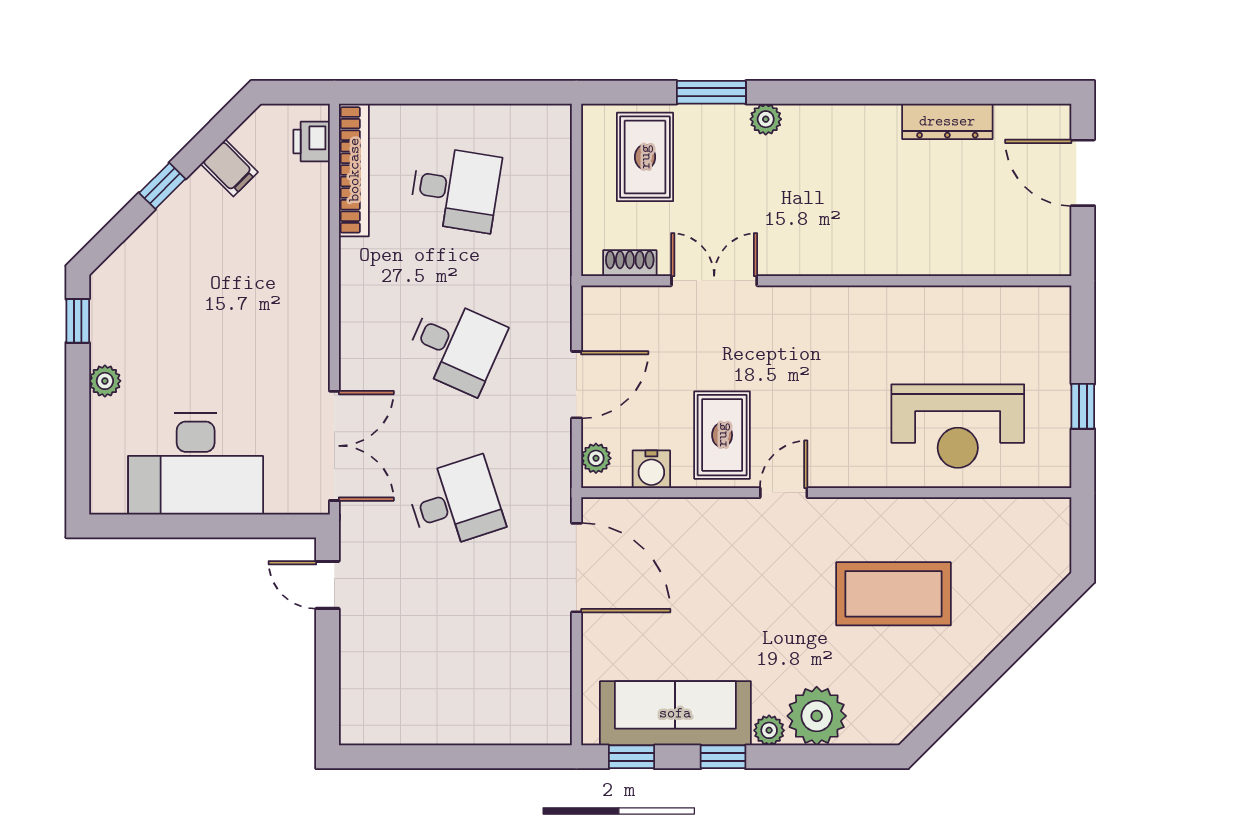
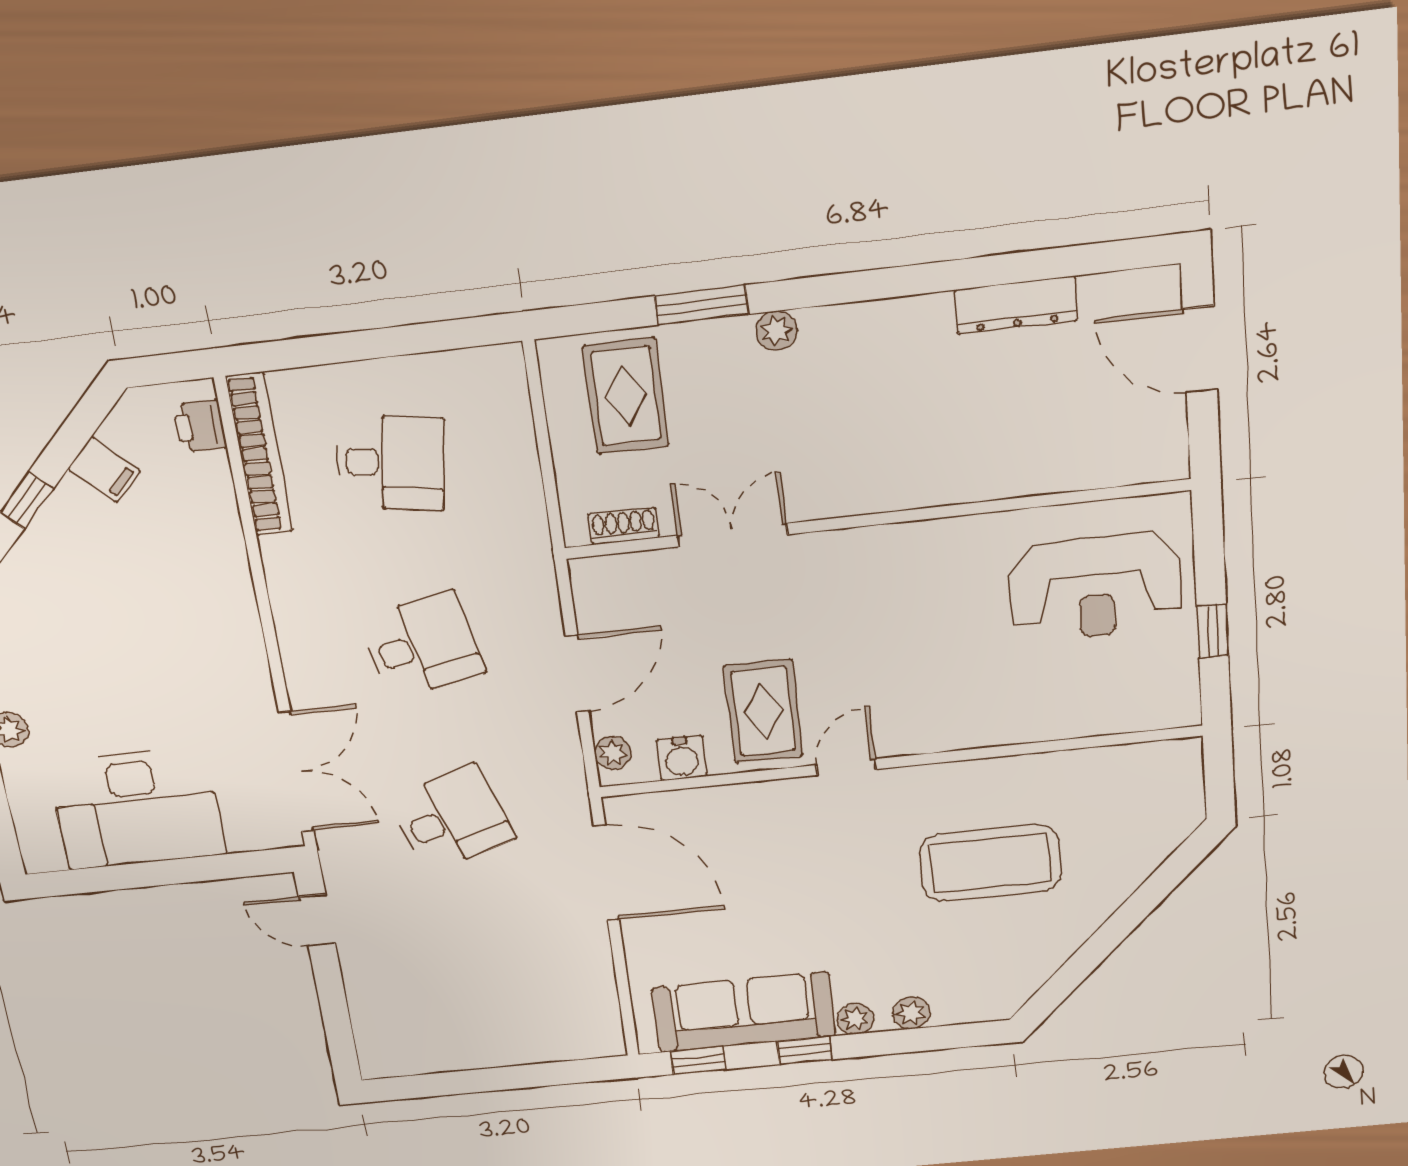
desk: (455, 346) -> (422, 646), turned -36
reception desk: (958, 426) -> (1095, 587), moved
plant: (817, 716) -> (911, 1013), width x0.53, depth x0.53

